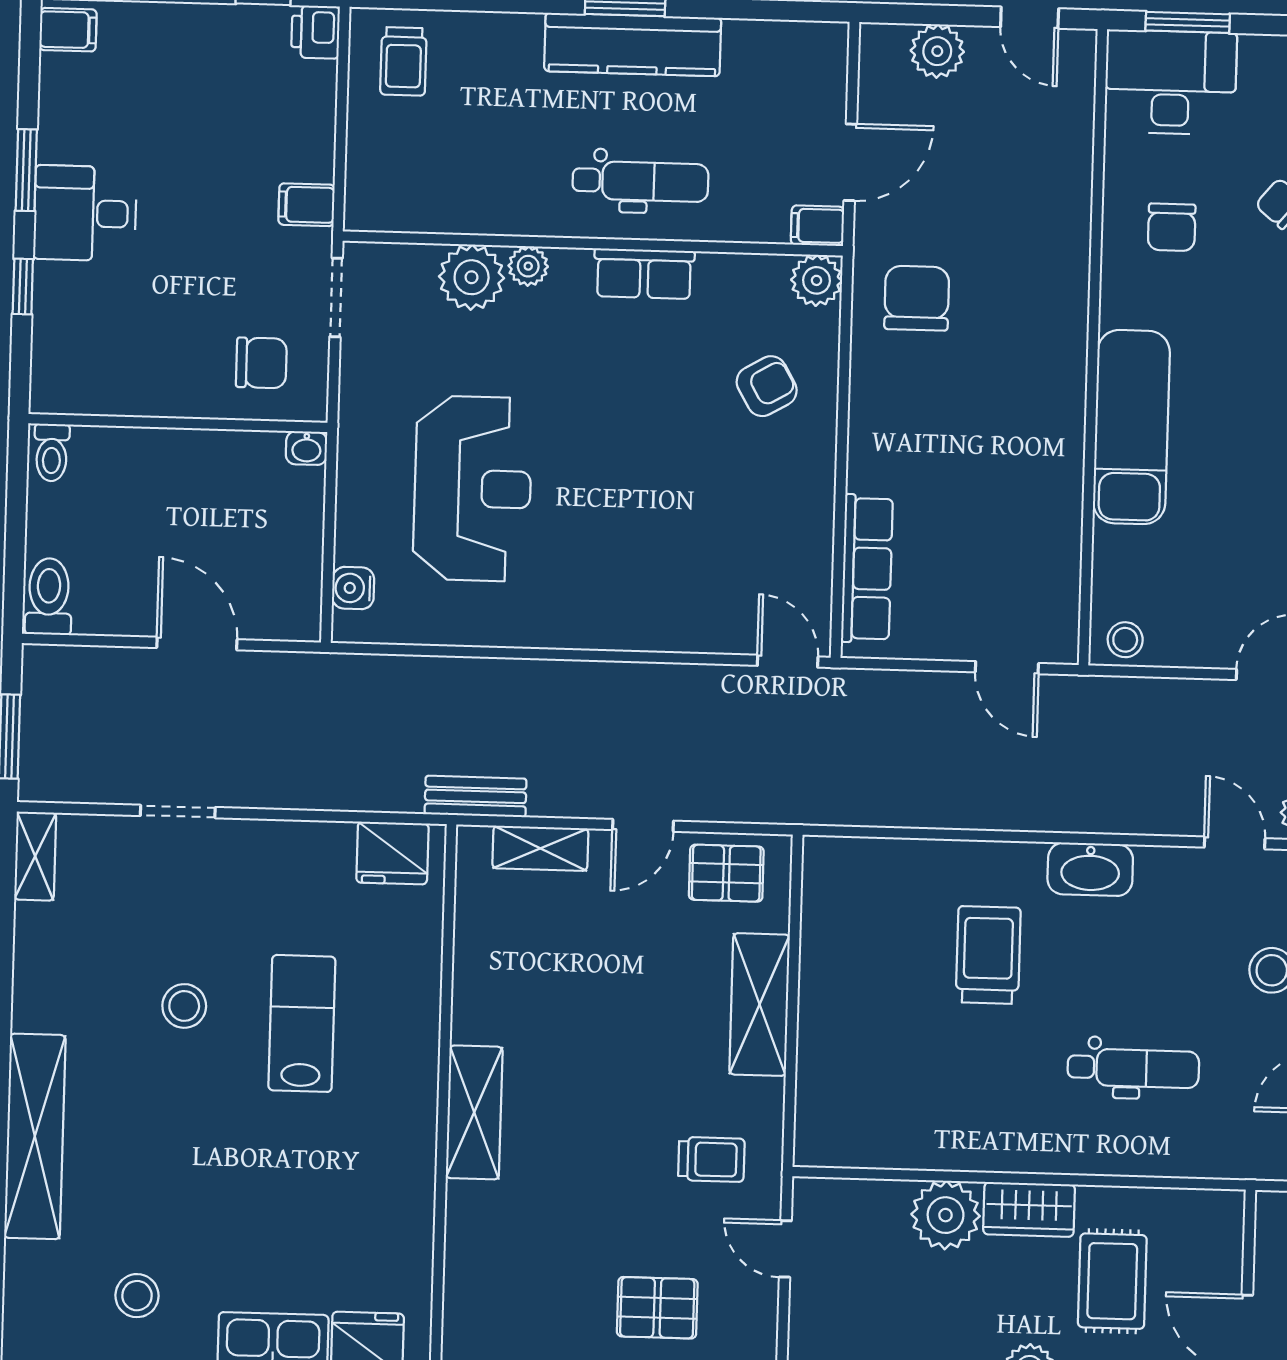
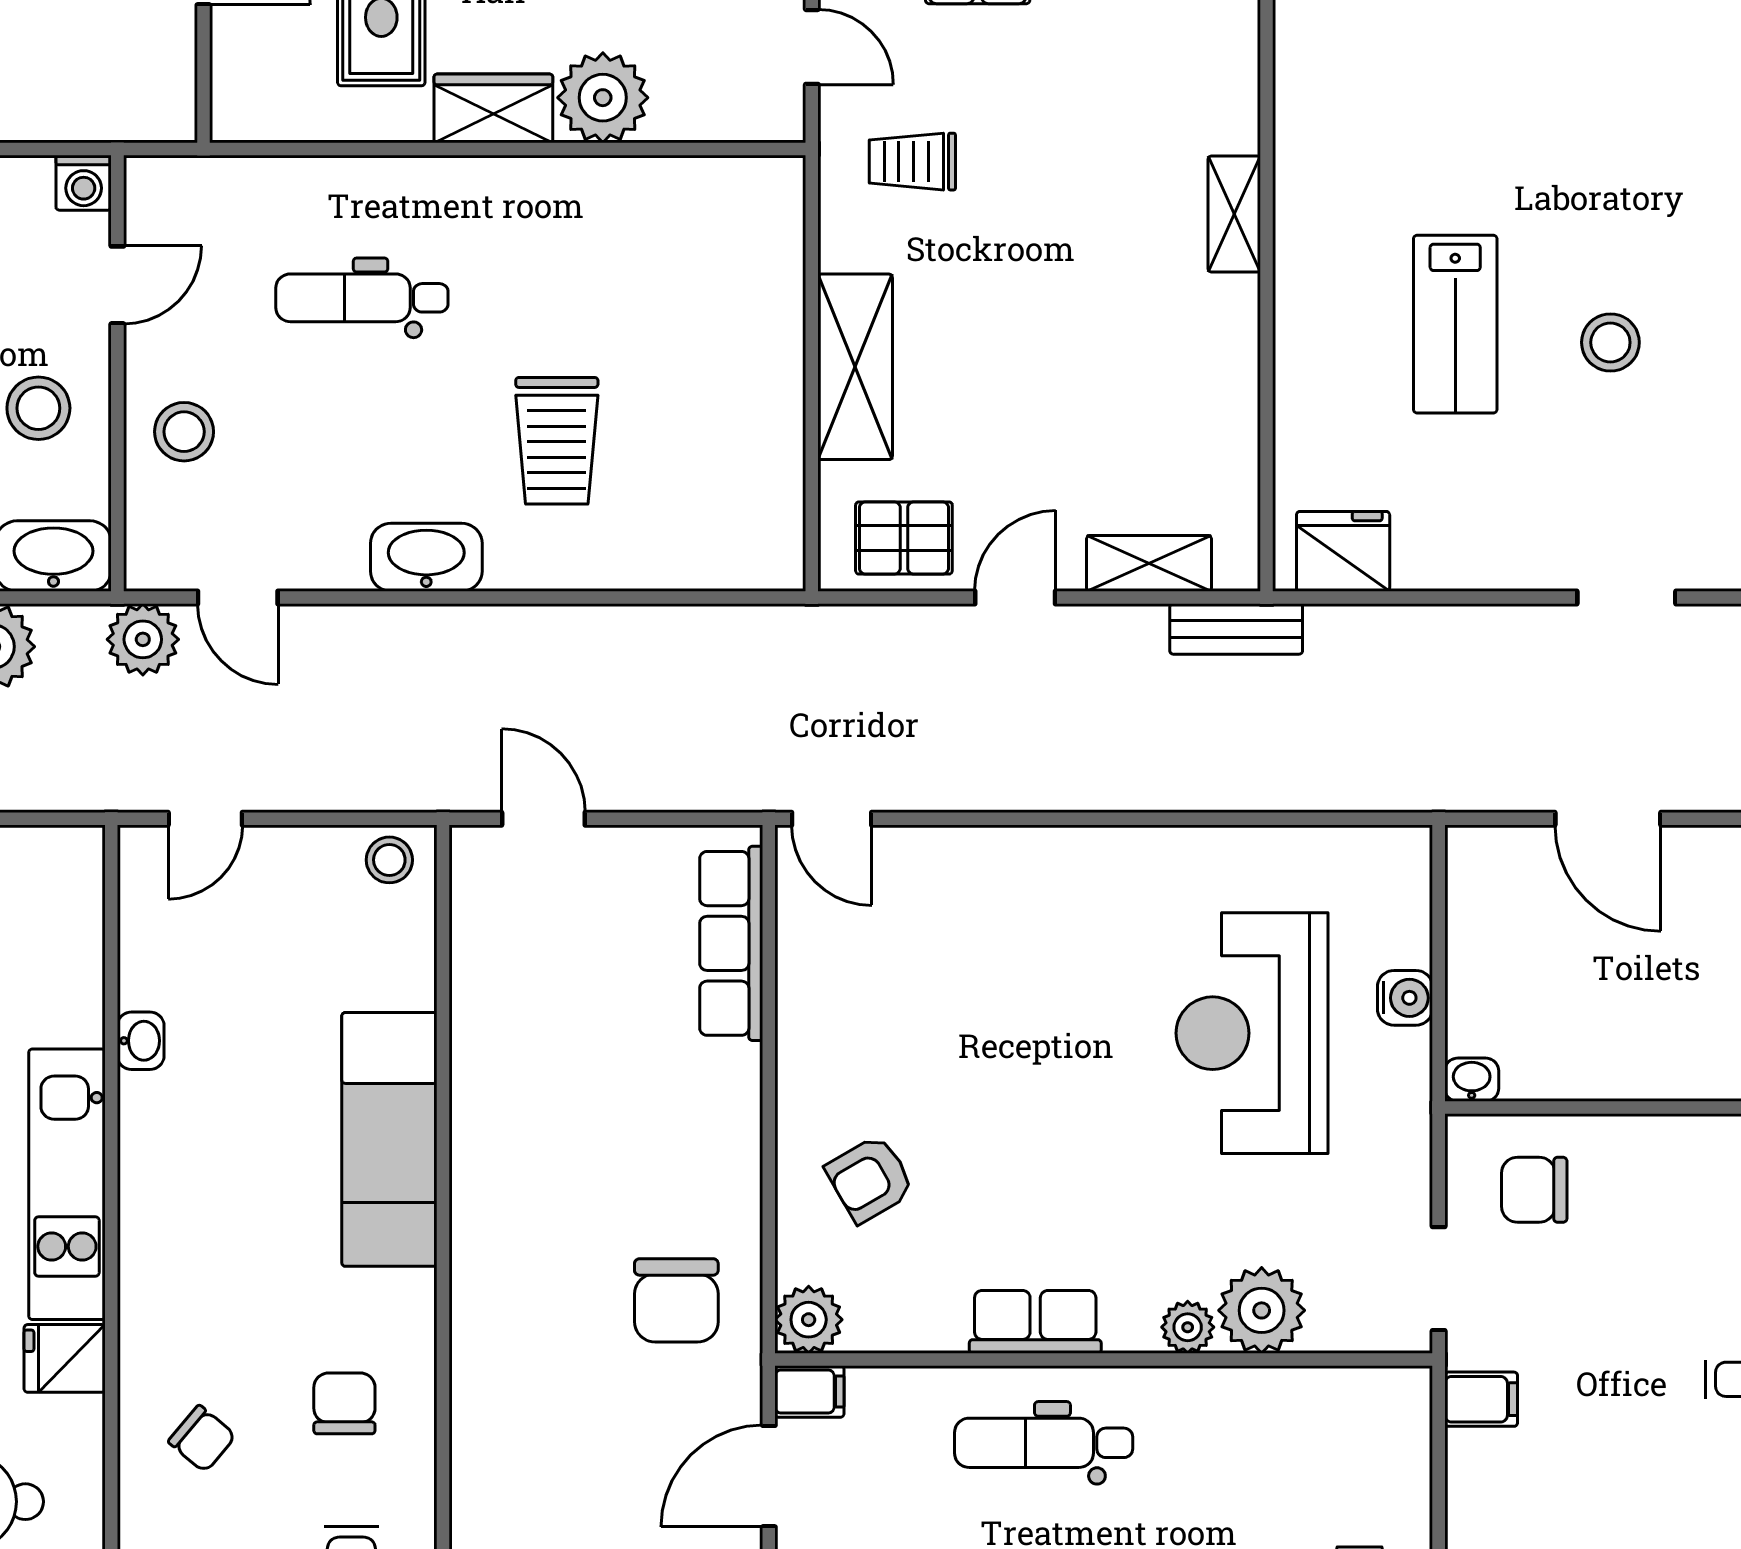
water cooler: (353, 588) -> (1405, 998), moved
shelving: (474, 1112) -> (1234, 214), width x0.67, depth x0.75

